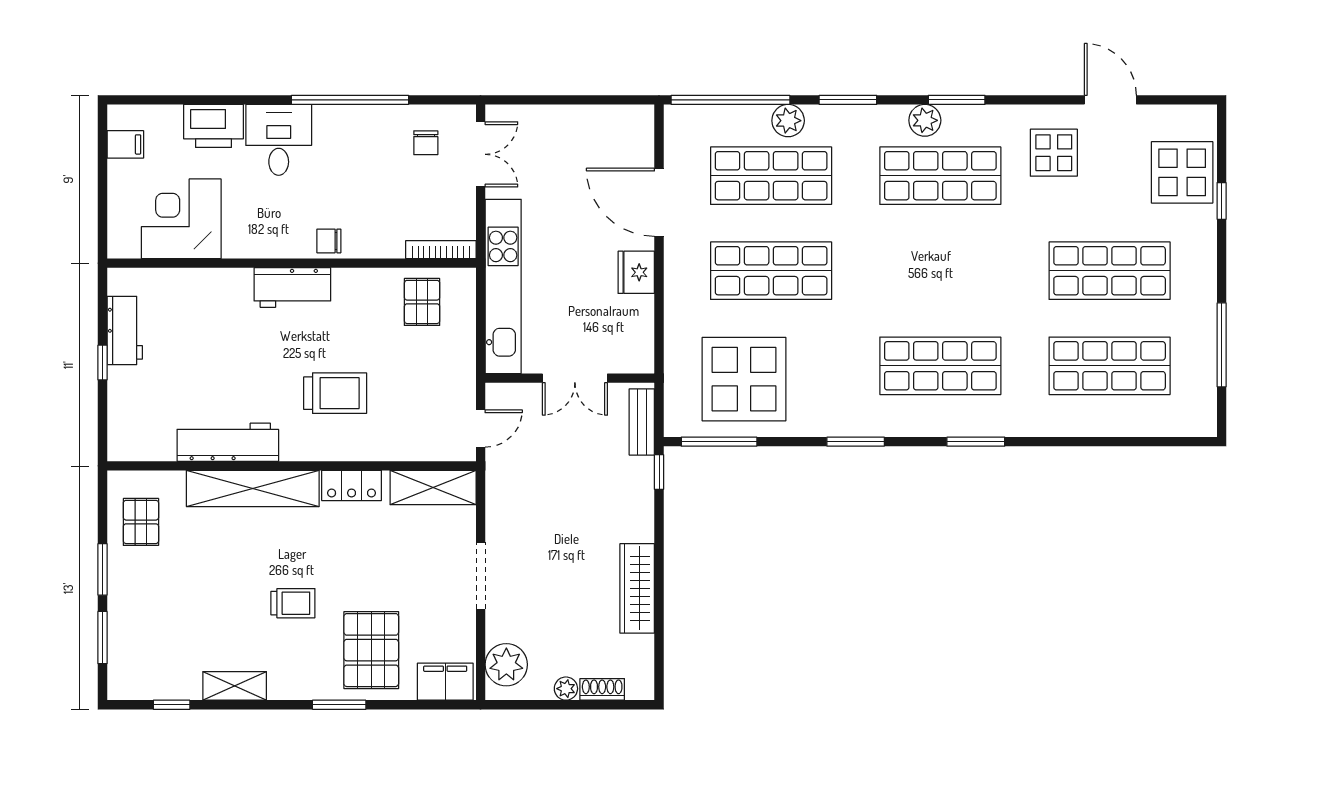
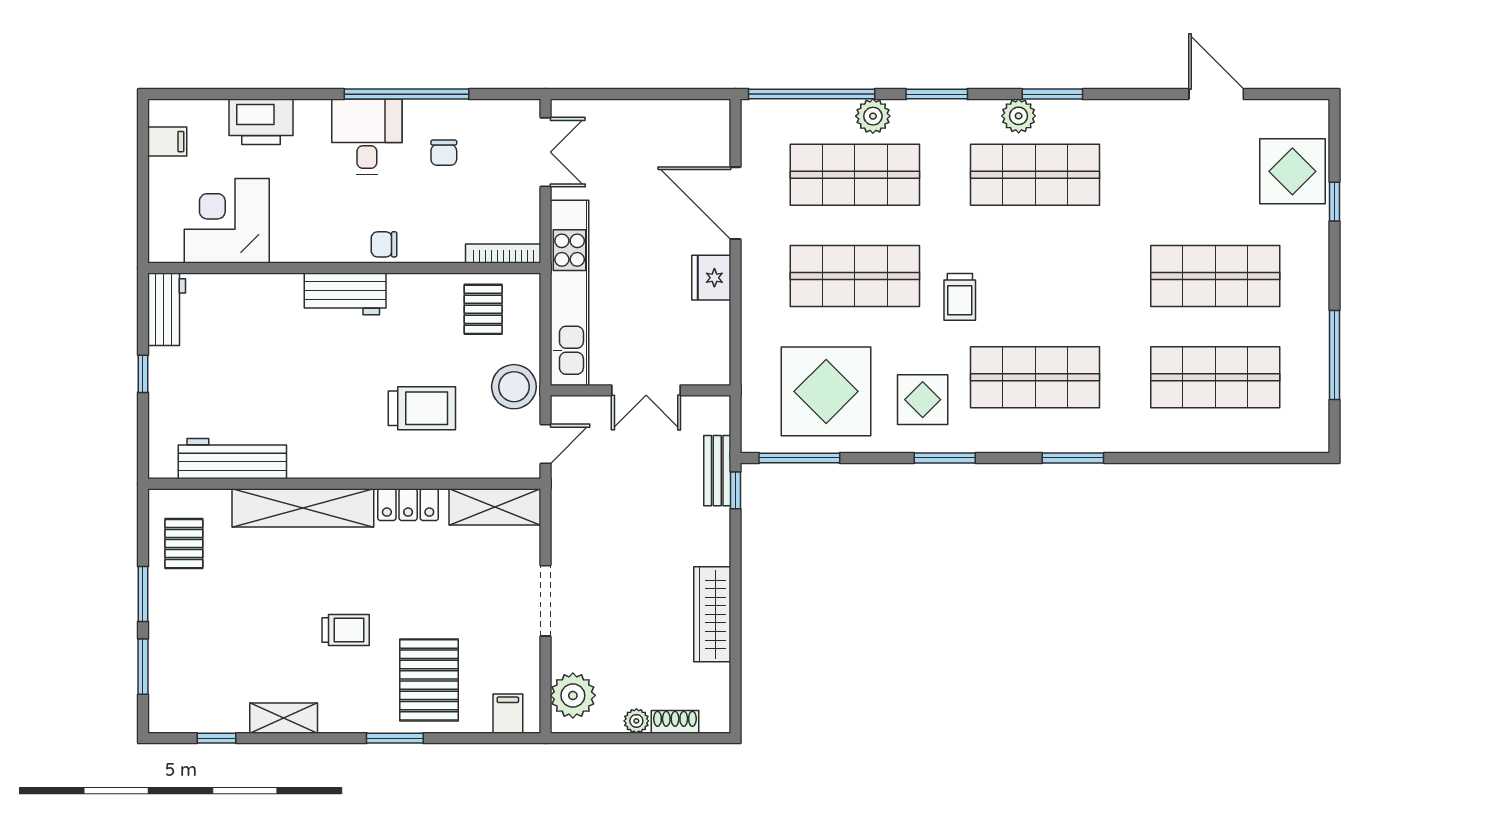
desk: (279, 140) -> (367, 137), moved
chair: (426, 143) -> (444, 153), moved
display table: (1054, 153) -> (923, 400), moved
trolley: (870, 290) -> (960, 297), added
workbench: (125, 331) -> (167, 309), moved
stool: (451, 375) -> (514, 387), added
trolley: (335, 393) -> (422, 408), moved
bench: (642, 422) -> (717, 471), moved
workbench: (228, 442) -> (232, 459), moved
filing cabinet: (445, 682) -> (508, 714), width x0.50

